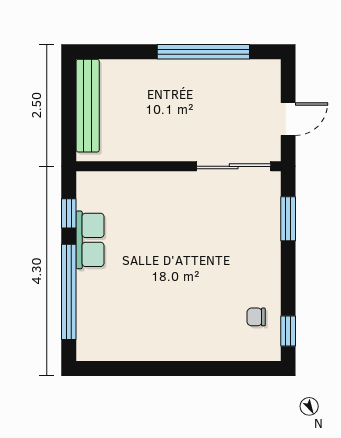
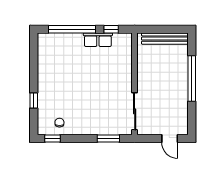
window: (203, 52) -> (192, 78), moved
door: (288, 119) -> (170, 138), moved
window: (212, 369) -> (34, 100), added

